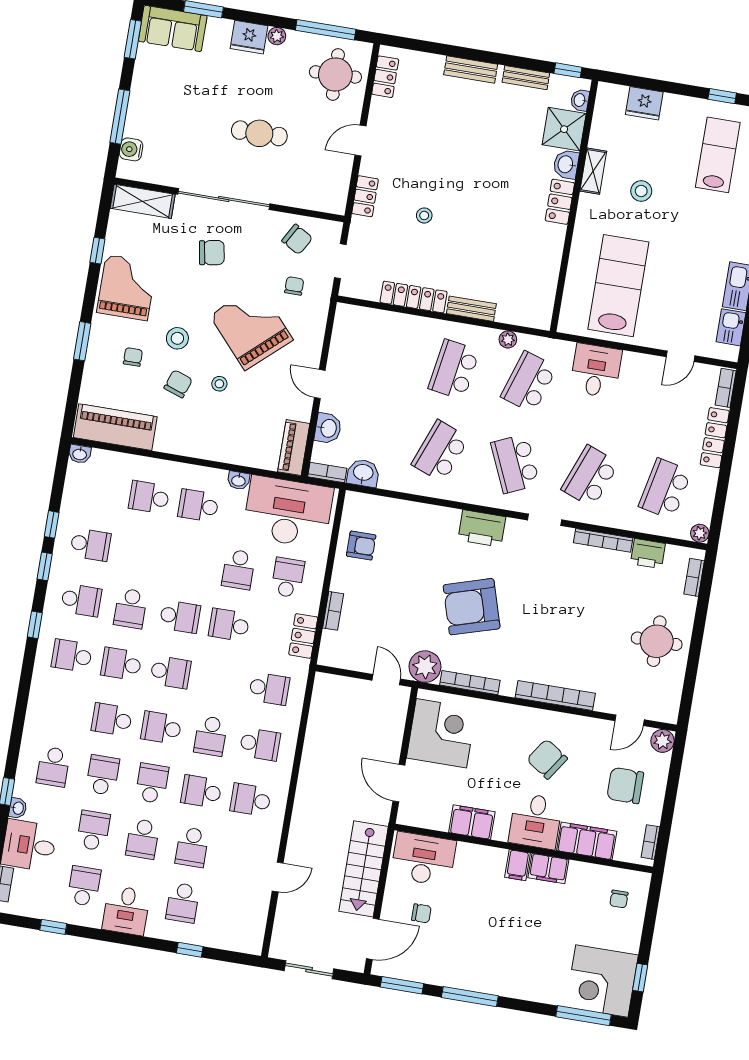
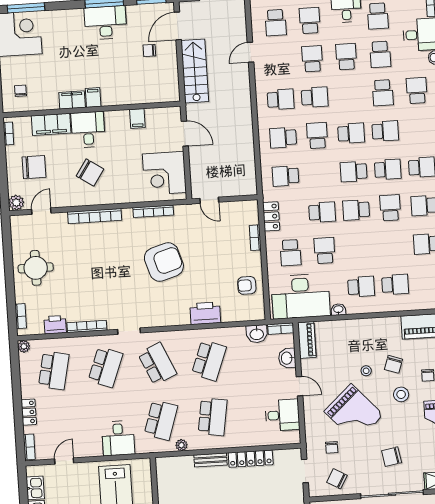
desk: (354, 349) -> (282, 415), added
locker: (715, 438) -> (29, 412), width x0.66
printer: (482, 528) -> (205, 313), moved
plant: (425, 667) -> (186, 215), removed
school desk: (152, 783) -> (276, 23), moved
filing cabinet: (472, 822) -> (137, 118), width x0.50
desk: (423, 859) -> (105, 23), moved, turned 180

